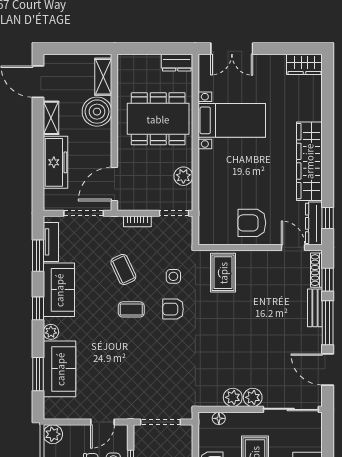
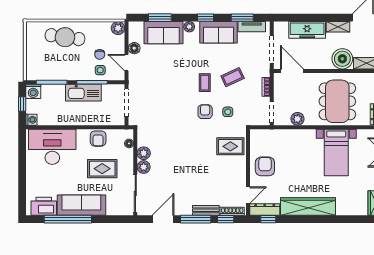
floor lamp: (82, 411) -> (134, 48), added

